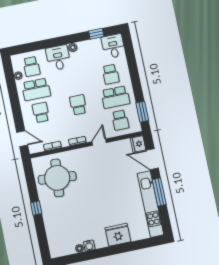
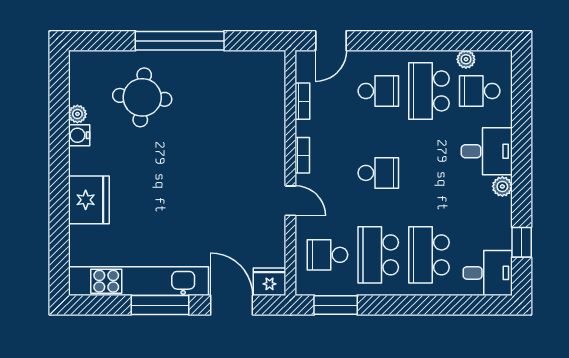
school desk: (111, 74) -> (429, 255), width x1.85
door: (152, 159) -> (232, 305), hinge flipped
round table: (57, 178) -> (142, 97), moved, width x0.73, depth x0.73
window: (36, 208) -> (180, 41), width x3.17

